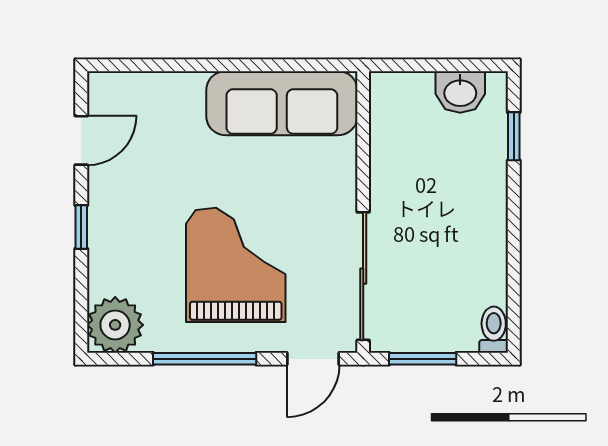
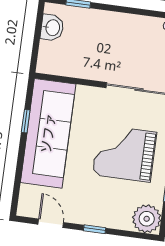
window: (272, 65) -> (26, 121), added
sofa: (282, 103) -> (48, 133), width x1.36, depth x1.27

